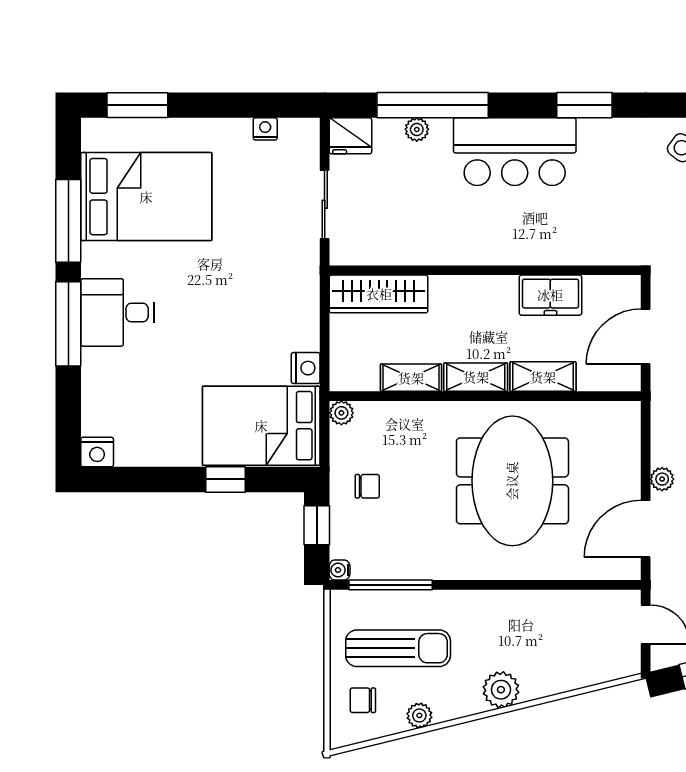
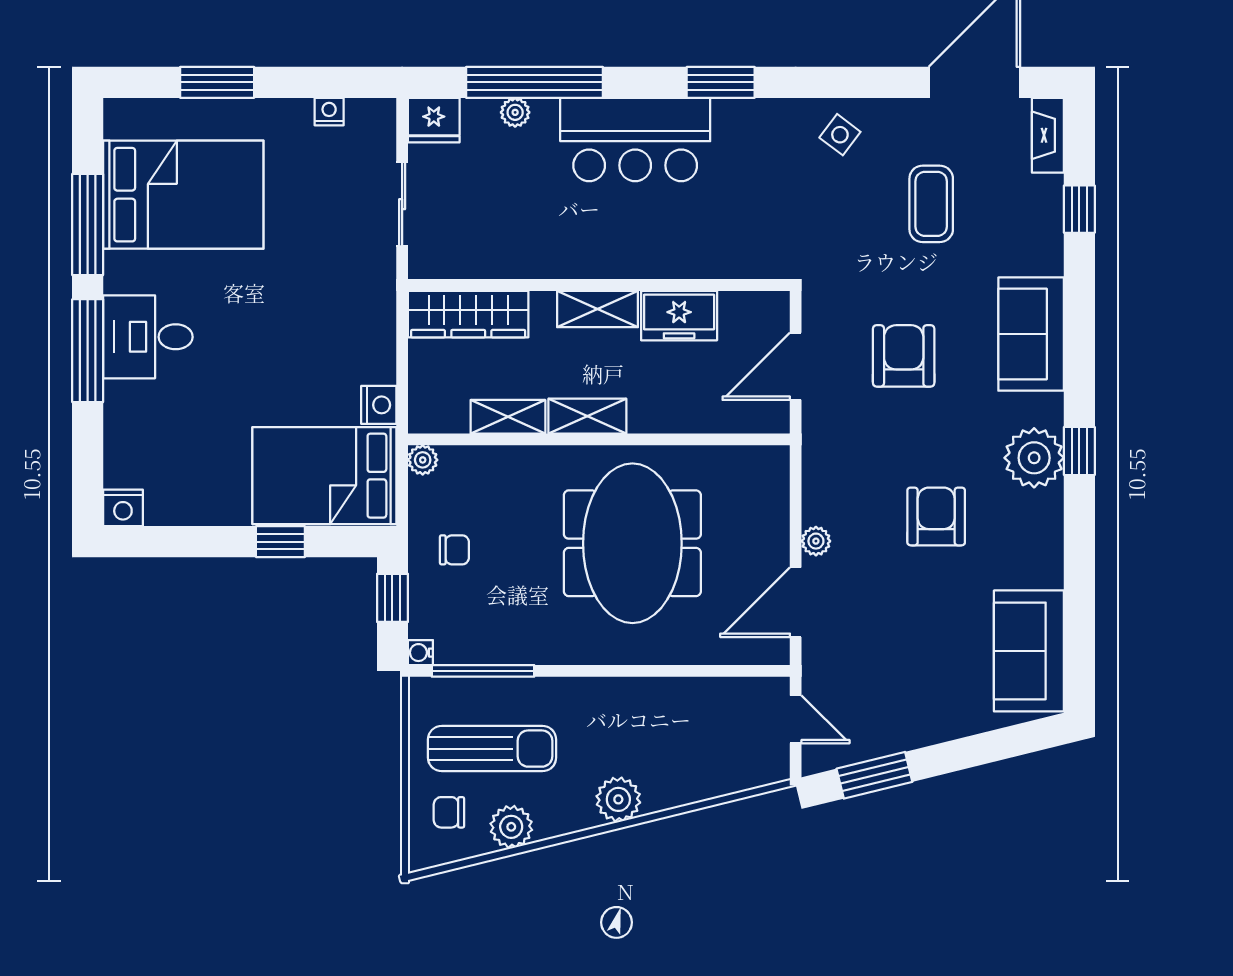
window: (137, 105) -> (217, 82), moved
shelving: (543, 377) -> (598, 309), moved
plant: (419, 715) -> (511, 827), width x1.38, depth x1.38

